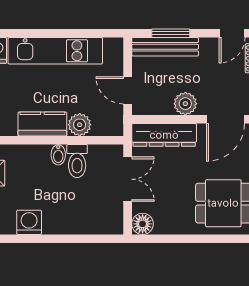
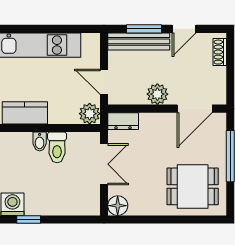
door: (232, 33) -> (184, 29), moved
plant: (80, 125) -> (90, 114), moved
dresser: (164, 135) -> (123, 121), width x0.51, depth x0.80
window: (46, 239) -> (29, 219), added

